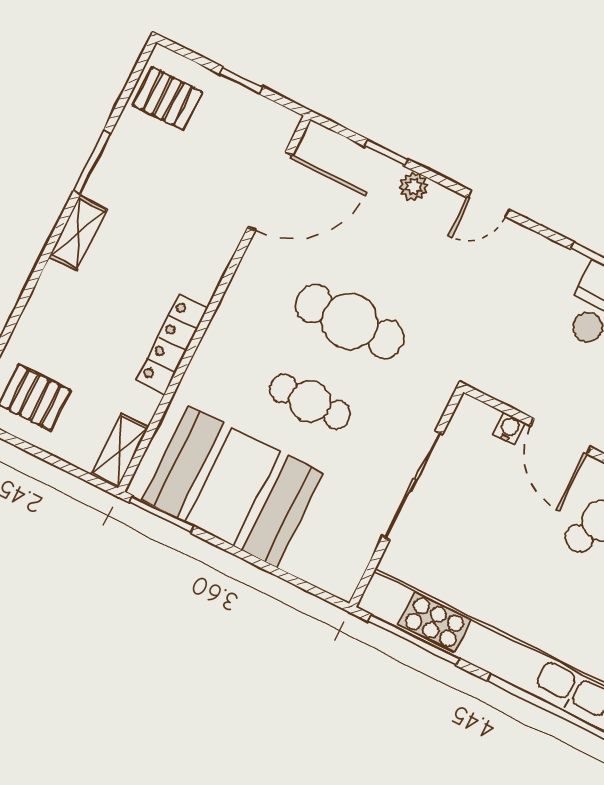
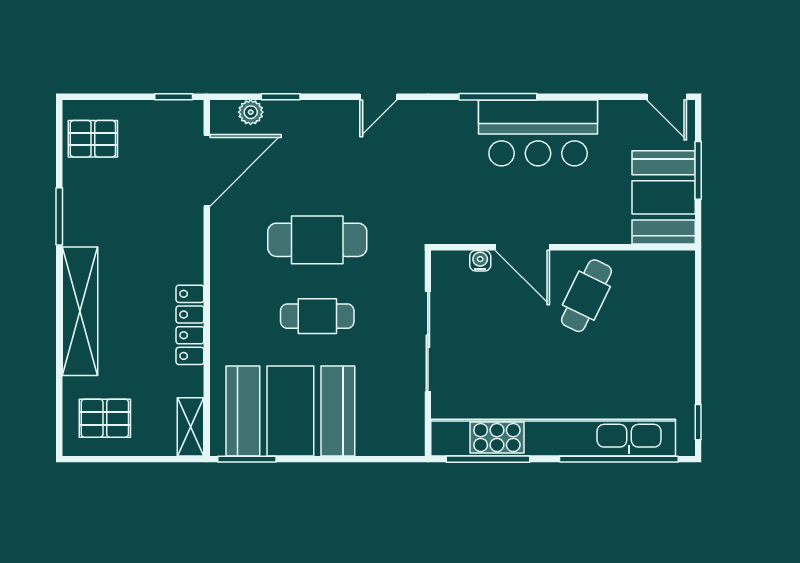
window: (241, 80) -> (174, 97), moved
plant: (414, 186) -> (251, 112), moved
shelving: (78, 233) -> (80, 311), width x2.20, depth x1.33

